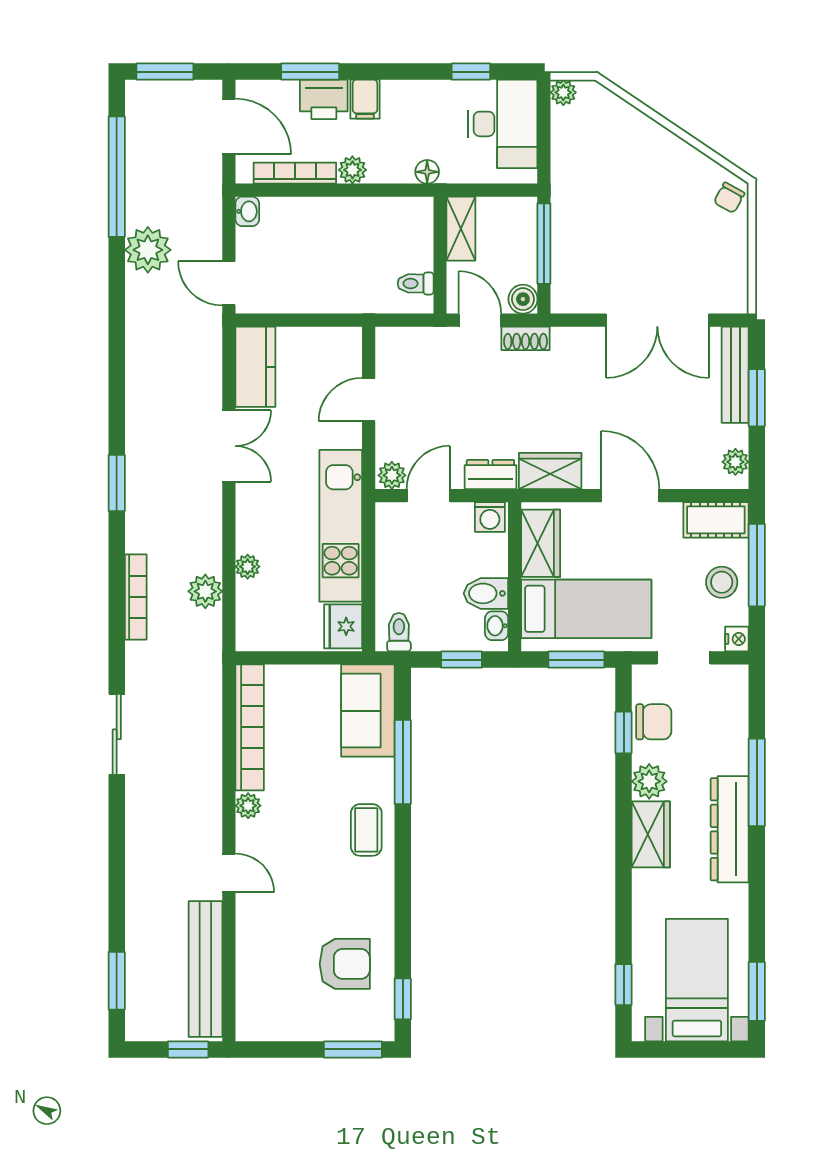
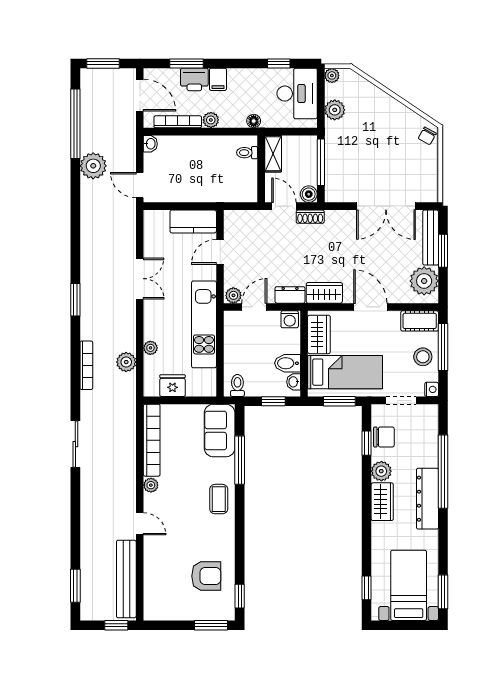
plant: (568, 152) -> (335, 110), added
toilet: (416, 283) -> (247, 153), moved
kitchen counter: (255, 367) -> (193, 221), moved, turned 90
plant: (735, 462) -> (424, 281), width x1.88, depth x1.88
fridge: (343, 626) -> (172, 386), moved, turned 90
window: (757, 782) -> (443, 472), width x1.46

